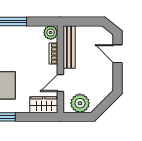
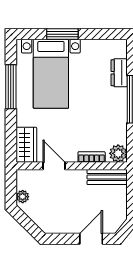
bench: (69, 47) -> (107, 177), width x0.73
plant: (80, 103) -> (23, 197), width x0.53, depth x0.53

